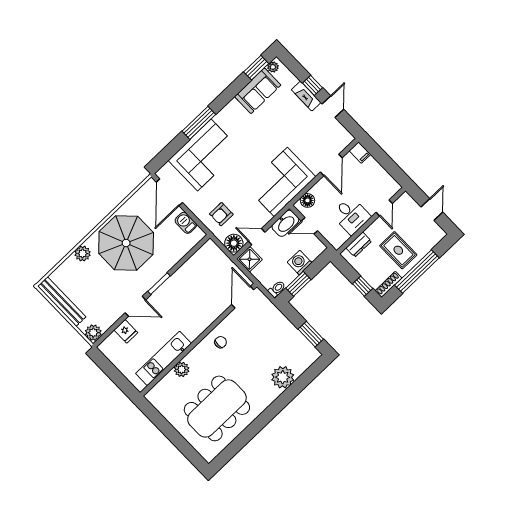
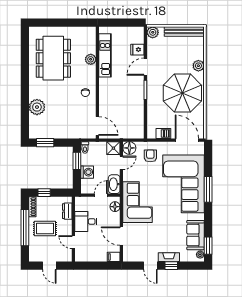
corner sofa: (204, 155) -> (183, 184), width x1.36, depth x1.36

